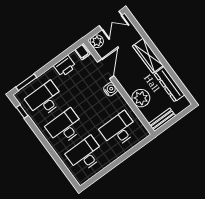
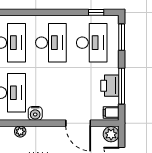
window: (59, 58) -> (122, 86), added
water cooler: (110, 89) -> (35, 113), moved
plant: (141, 98) -> (20, 131), width x0.53, depth x0.53

